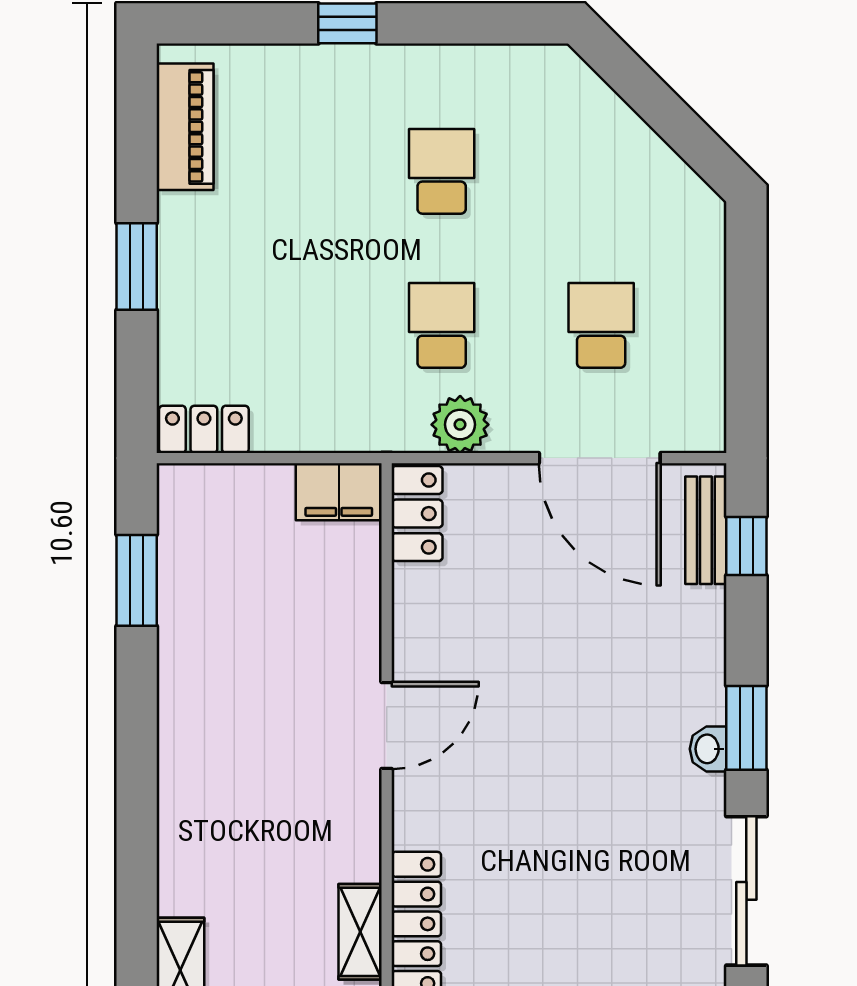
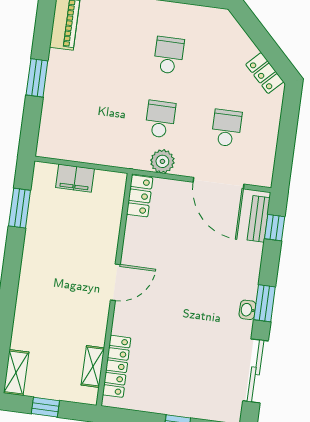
locker: (204, 429) -> (265, 73), moved, turned -135
filing cabinet: (339, 492) -> (75, 178), moved

